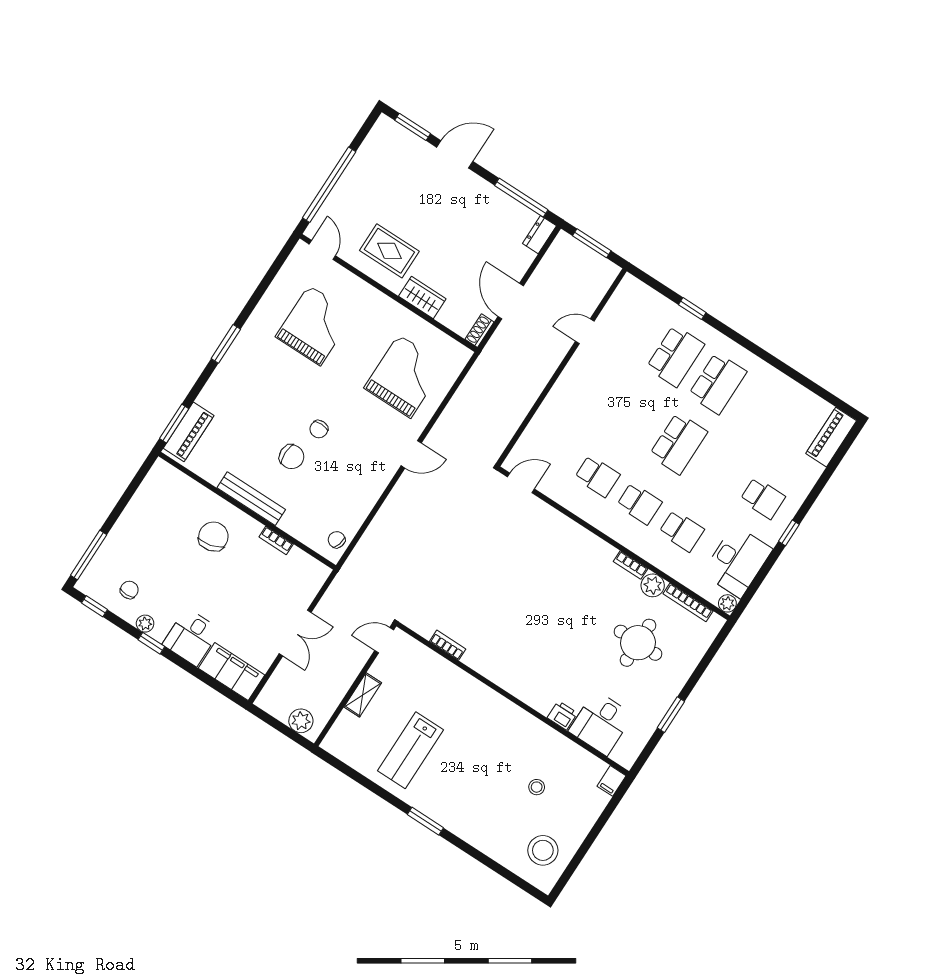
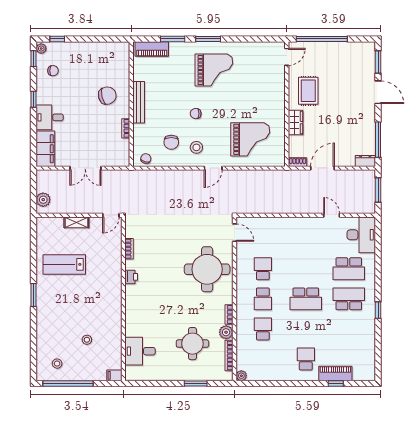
window: (692, 309) -> (378, 310), moved
grand piano: (315, 325) -> (214, 70), moved
school desk: (717, 383) -> (349, 299), turned 180
window: (174, 424) -> (173, 39), moved
piano: (831, 437) -> (335, 374), moved
door: (411, 454) -> (213, 168), hinge flipped
chair: (292, 457) -> (171, 142), moved
stool: (367, 459) -> (196, 147), added
school desk: (597, 476) -> (263, 269), turned 180
school desk: (763, 498) -> (306, 359), turned 180
school desk: (681, 531) -> (263, 329), turned 180
window: (789, 533) -> (336, 384), moved
window: (89, 555) -> (57, 39), width x0.46
round table: (547, 555) -> (207, 269), added
desk: (737, 561) -> (361, 235), moved, turned -90
plant: (145, 624) -> (41, 49), moved
door: (384, 640) -> (111, 215), swing flipped
printer: (562, 715) -> (131, 277), moved
window: (671, 715) -> (196, 384), moved
stool: (543, 850) -> (57, 364), width x0.53, depth x0.53
window: (581, 853) -> (68, 384), added

